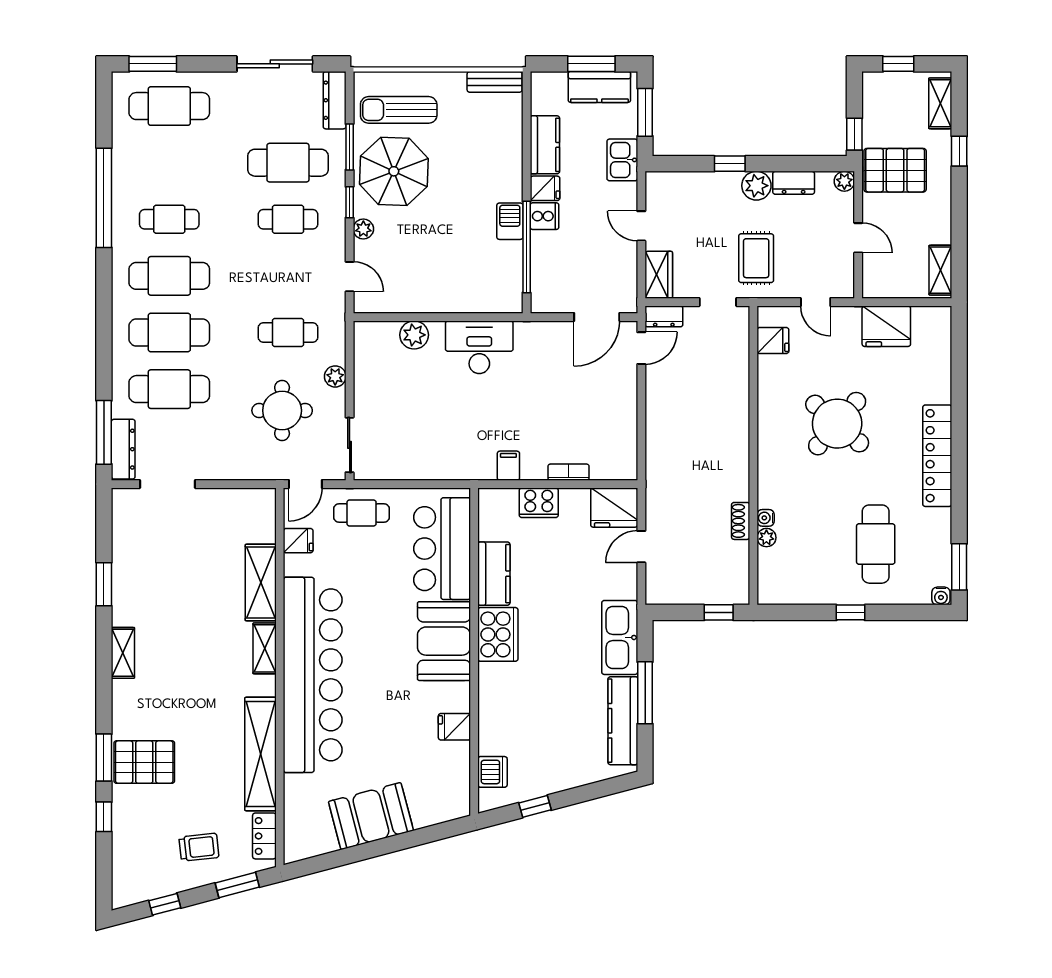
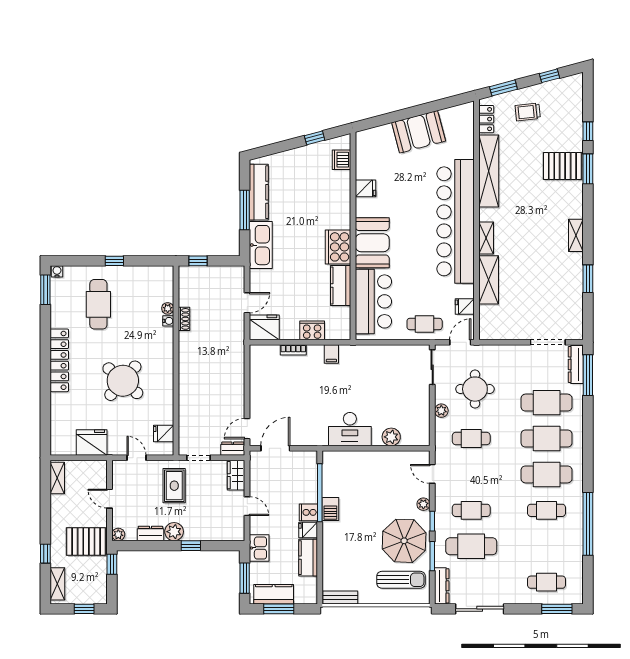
cafe table: (169, 106) -> (547, 582), width x0.73, depth x0.74

